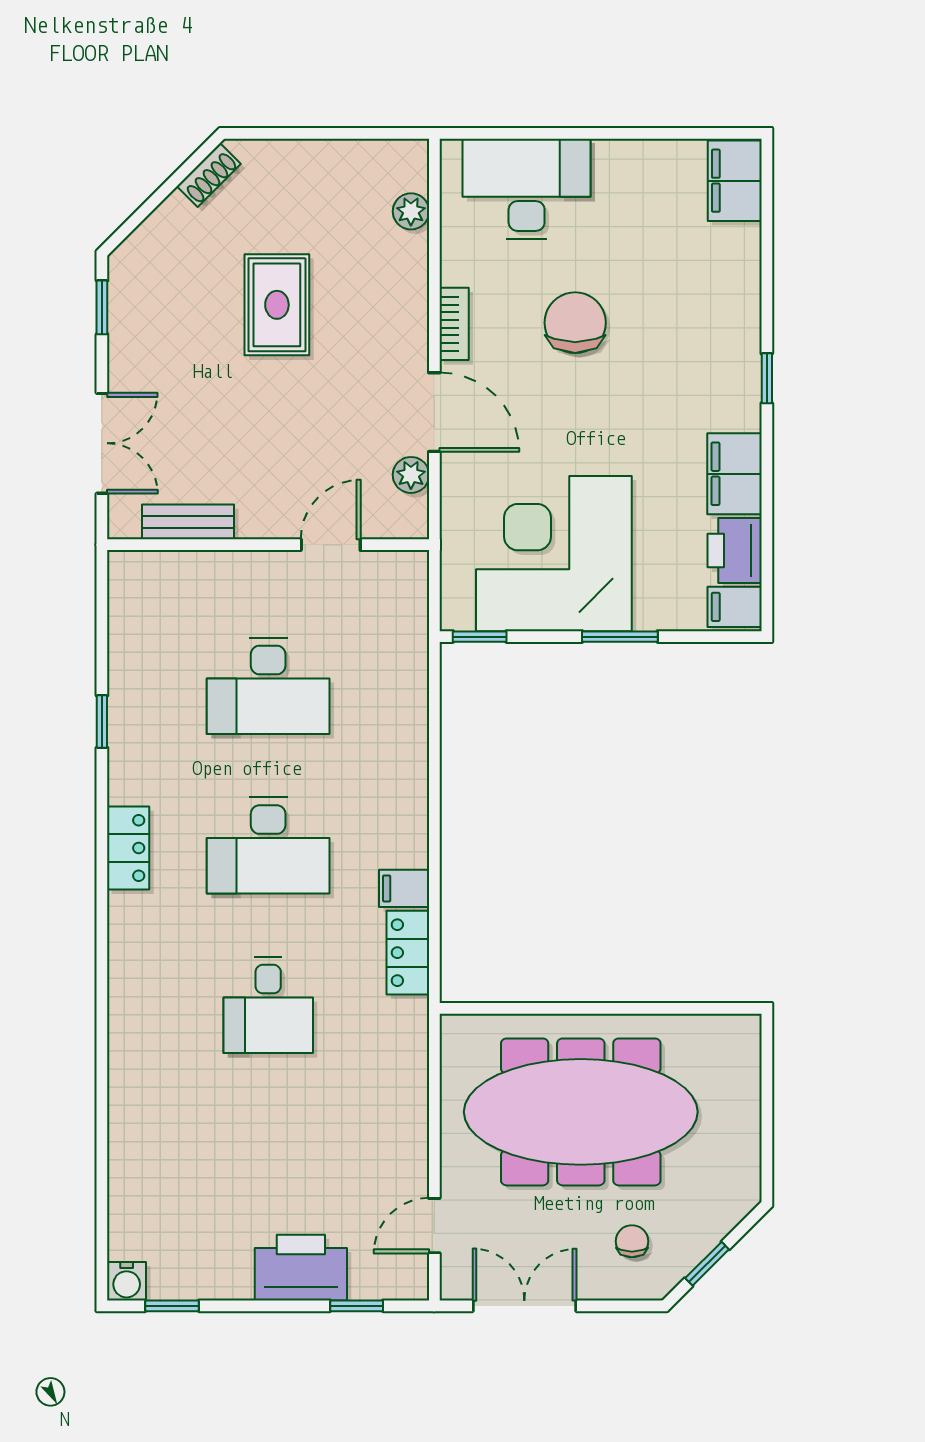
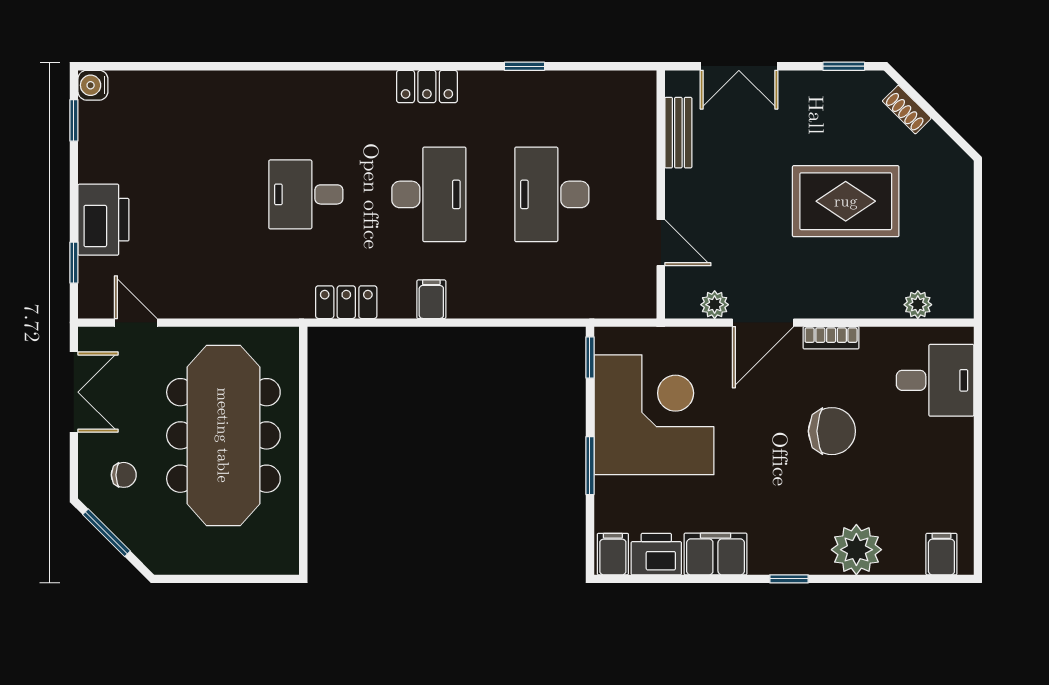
shoe rack: (209, 175) -> (907, 110), moved
filing cabinet: (735, 181) -> (941, 554), width x0.50
desk: (527, 189) -> (935, 380), width x0.73
plant: (729, 291) -> (856, 550), added
rug: (277, 305) -> (846, 201), width x1.36, depth x1.43
desk: (268, 846) -> (429, 194), turned 180
filing cabinet: (404, 888) -> (431, 299), moved
window: (707, 1264) -> (106, 533), width x1.50

